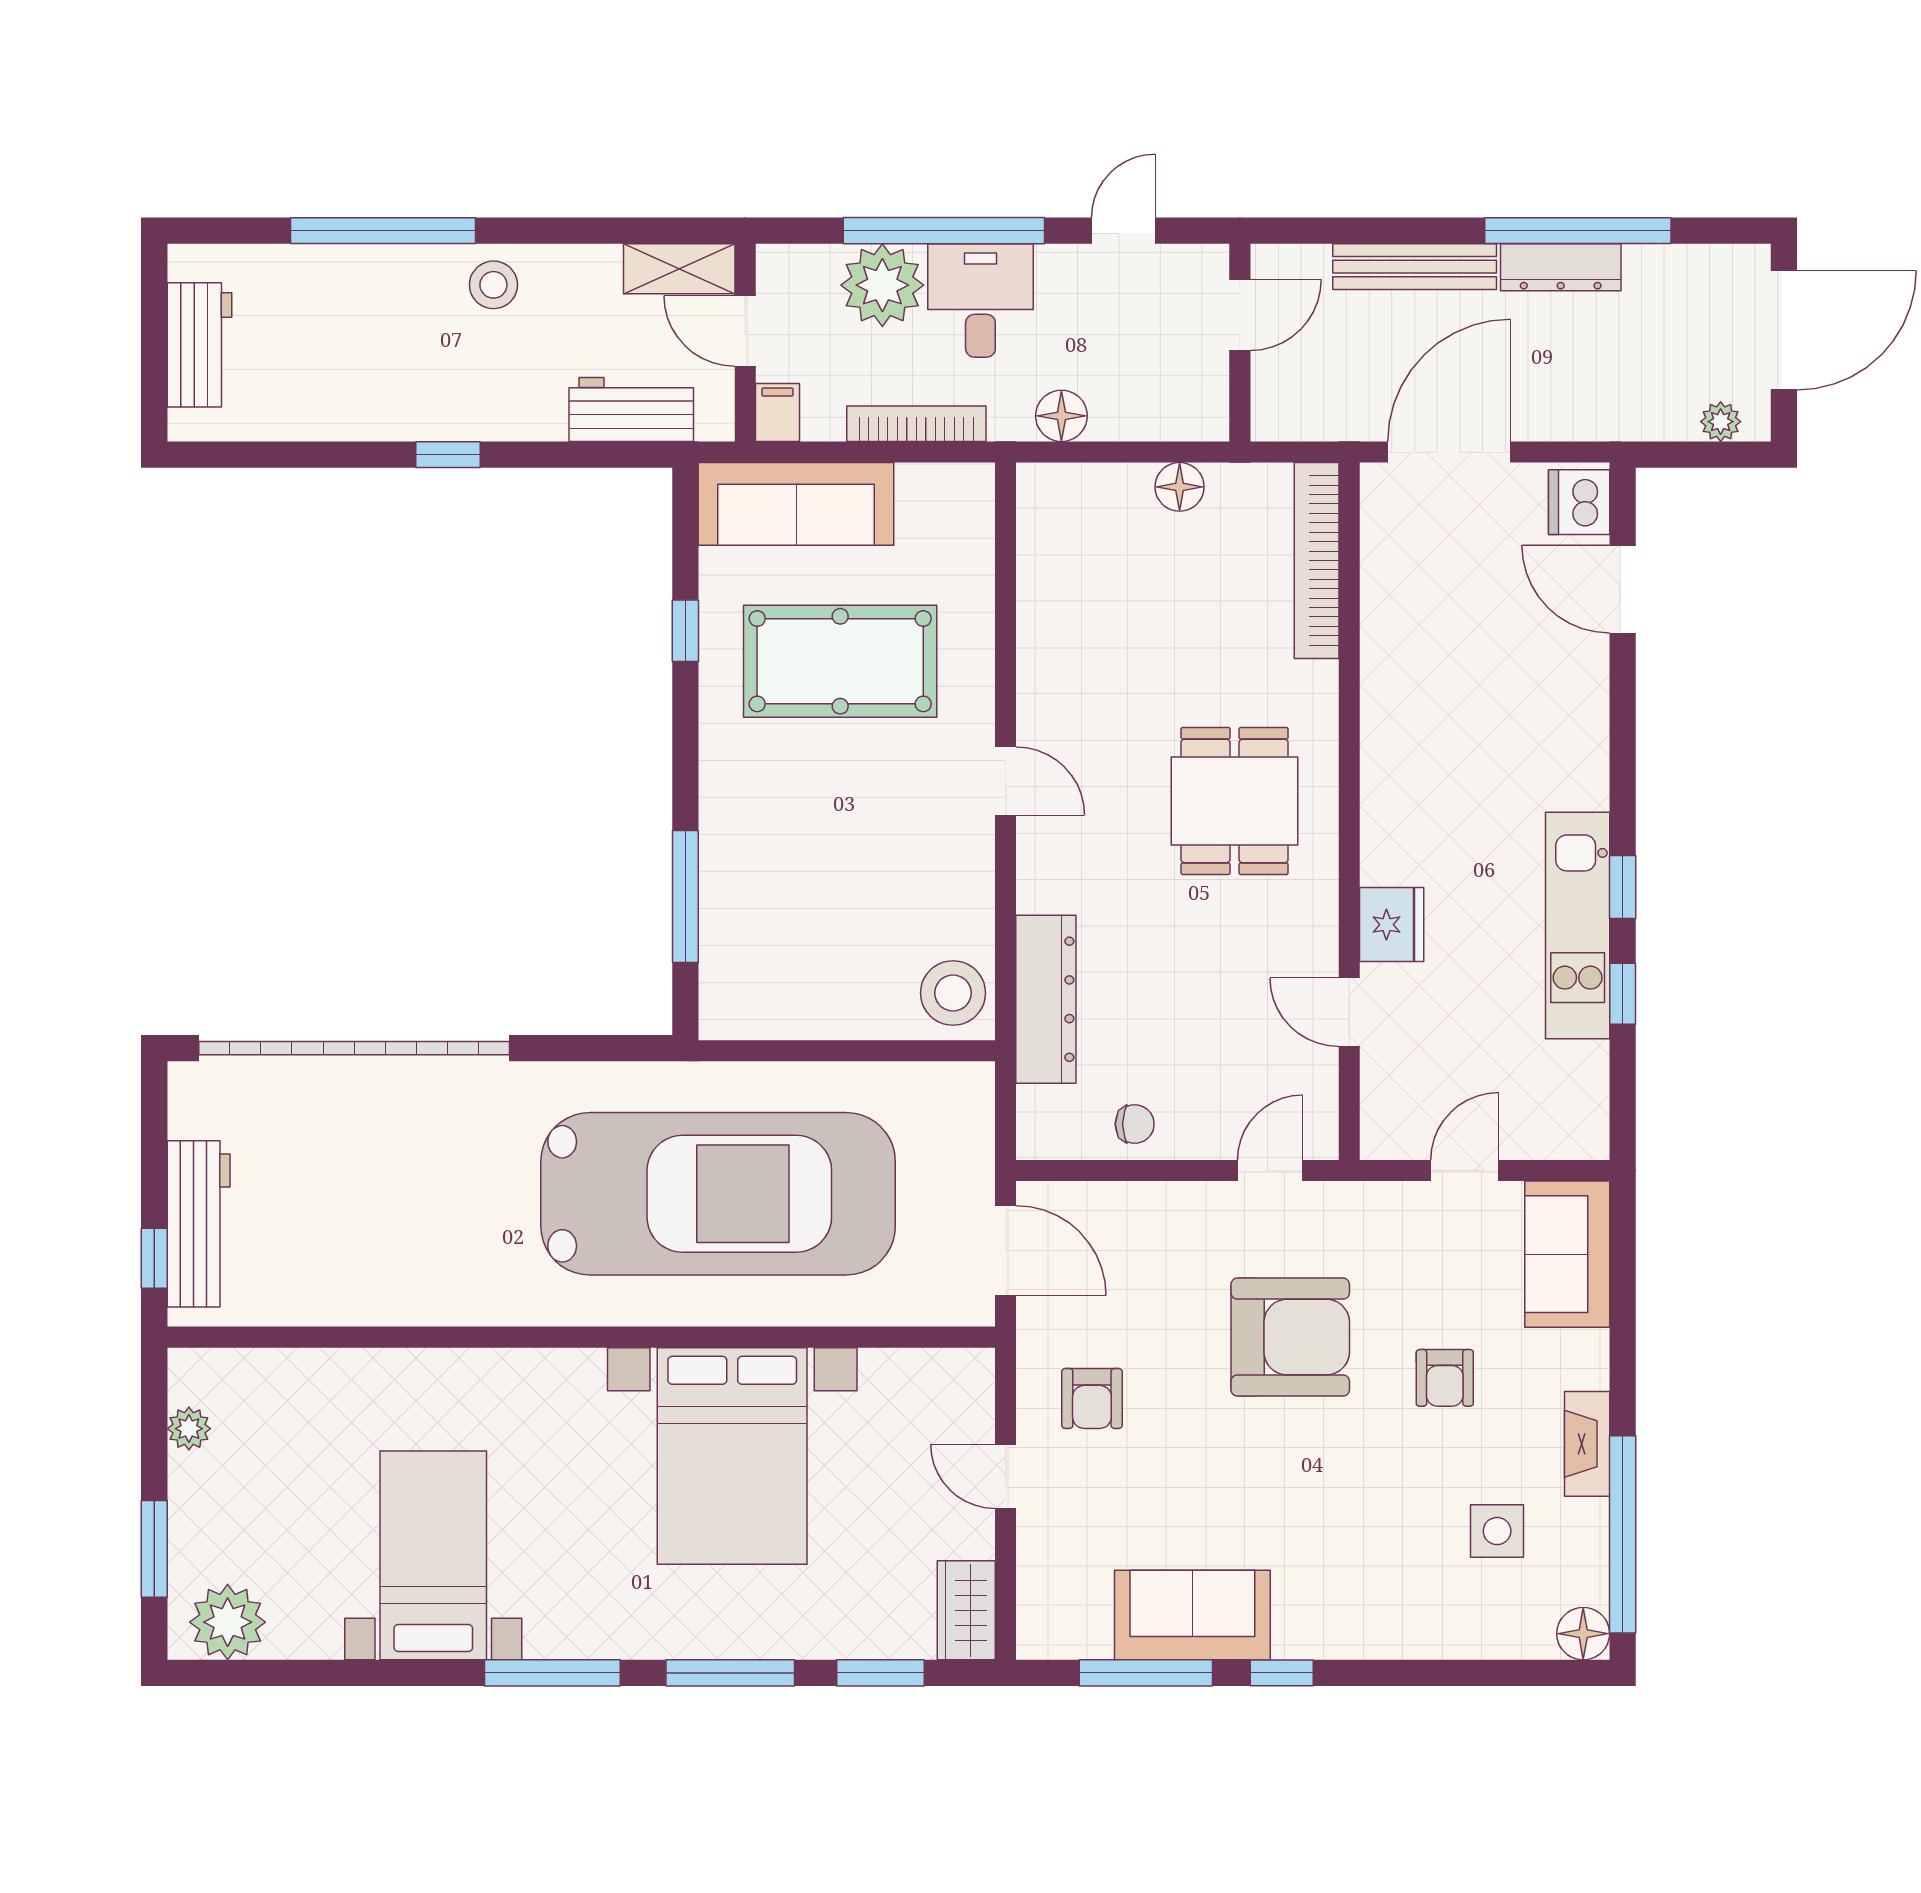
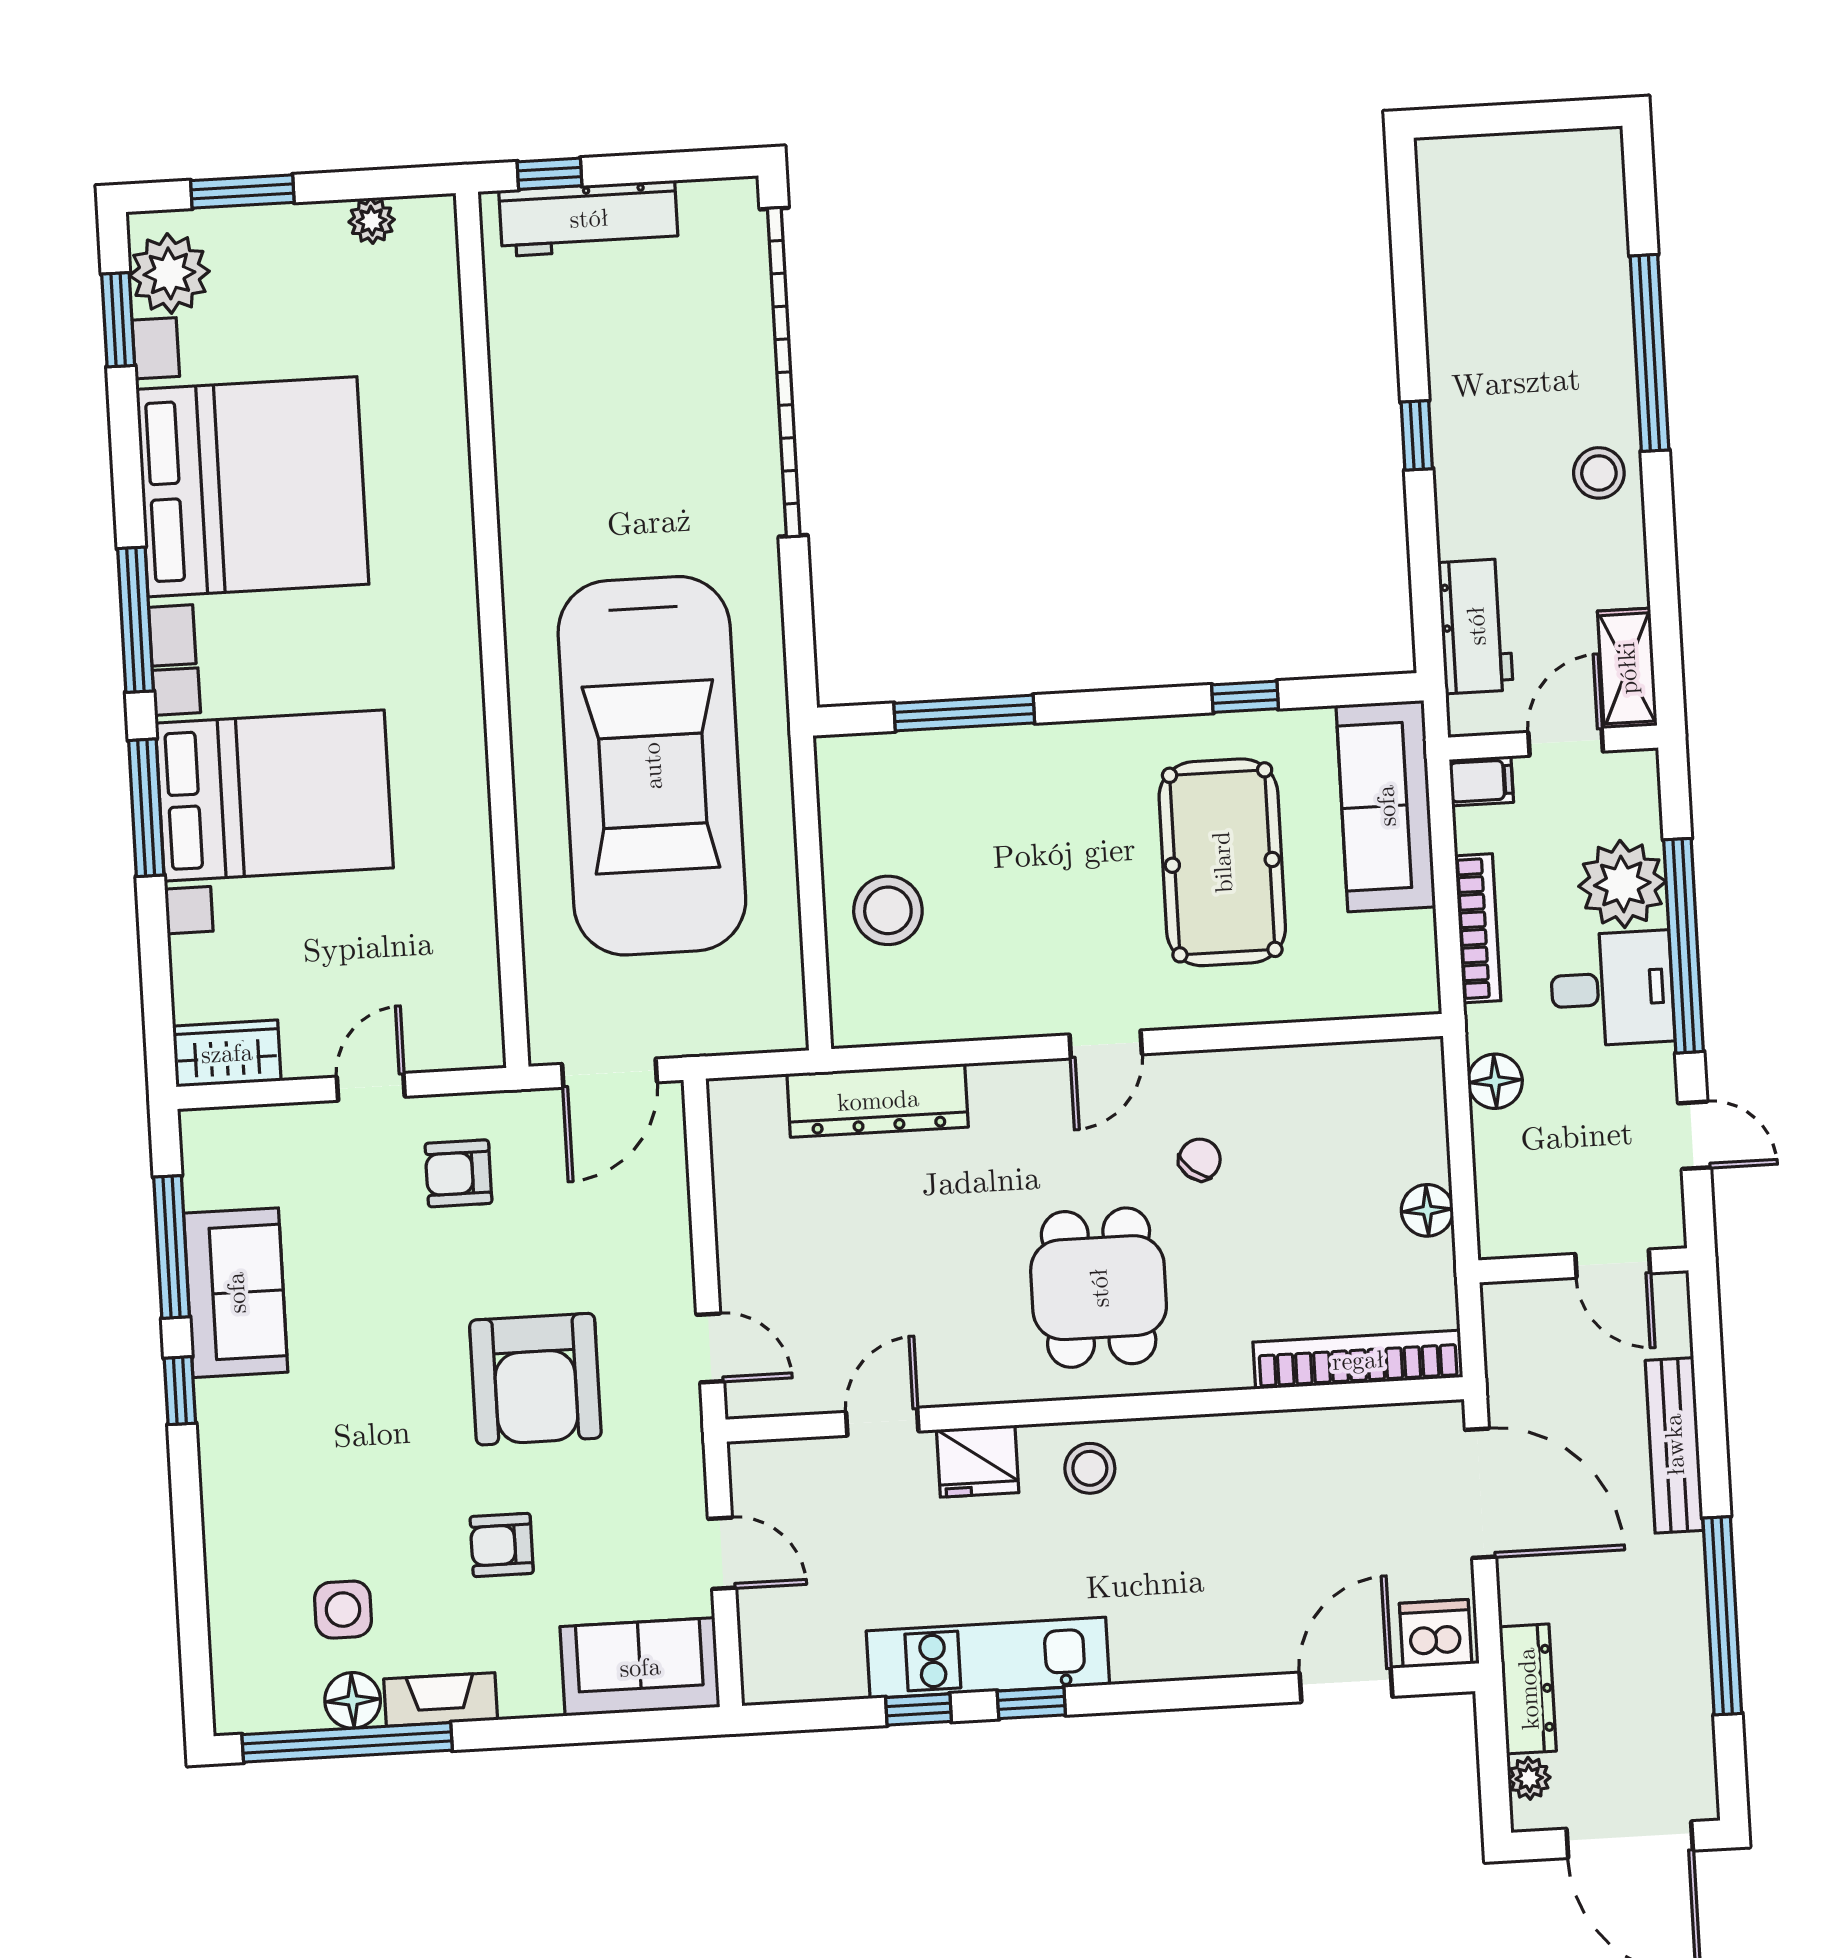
dresser: (1561, 267) -> (1528, 1689), moved, turned 180
workbench: (199, 345) -> (1518, 166), removed
dining table: (1235, 801) -> (1099, 1288), turned 90
stool: (1404, 819) -> (1090, 1468), added
stool: (953, 993) -> (888, 910), moved
chair: (1135, 1124) -> (1200, 1160), moved, turned -141
bed with nightstands: (732, 1456) -> (274, 796), moved, turned 180
bed with nightstands: (433, 1555) -> (252, 487), width x1.85
floor lamp: (1583, 1634) -> (353, 1700), moved
window: (880, 1673) -> (118, 320), moved

